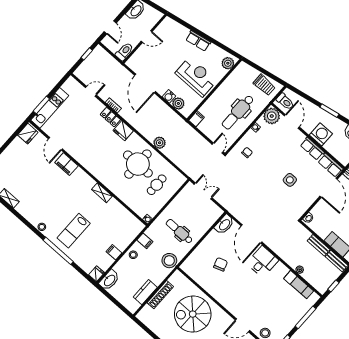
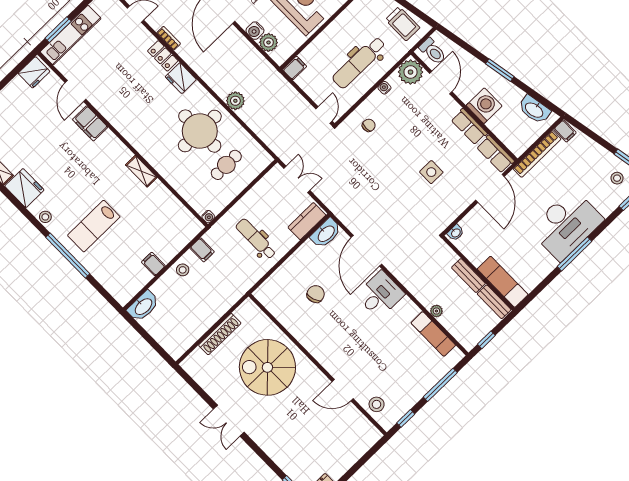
stool: (169, 261) -> (237, 283), removed
fridge: (97, 274) -> (24, 188), moved, width x1.88, depth x1.34
kitchen counter: (145, 292) -> (307, 221), moved

